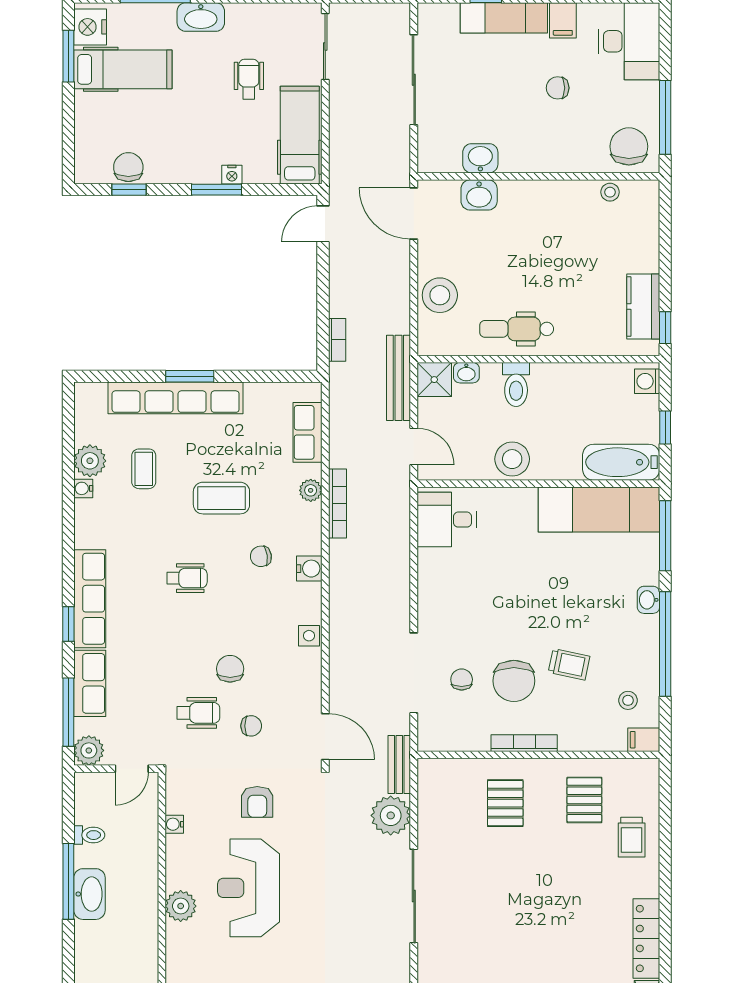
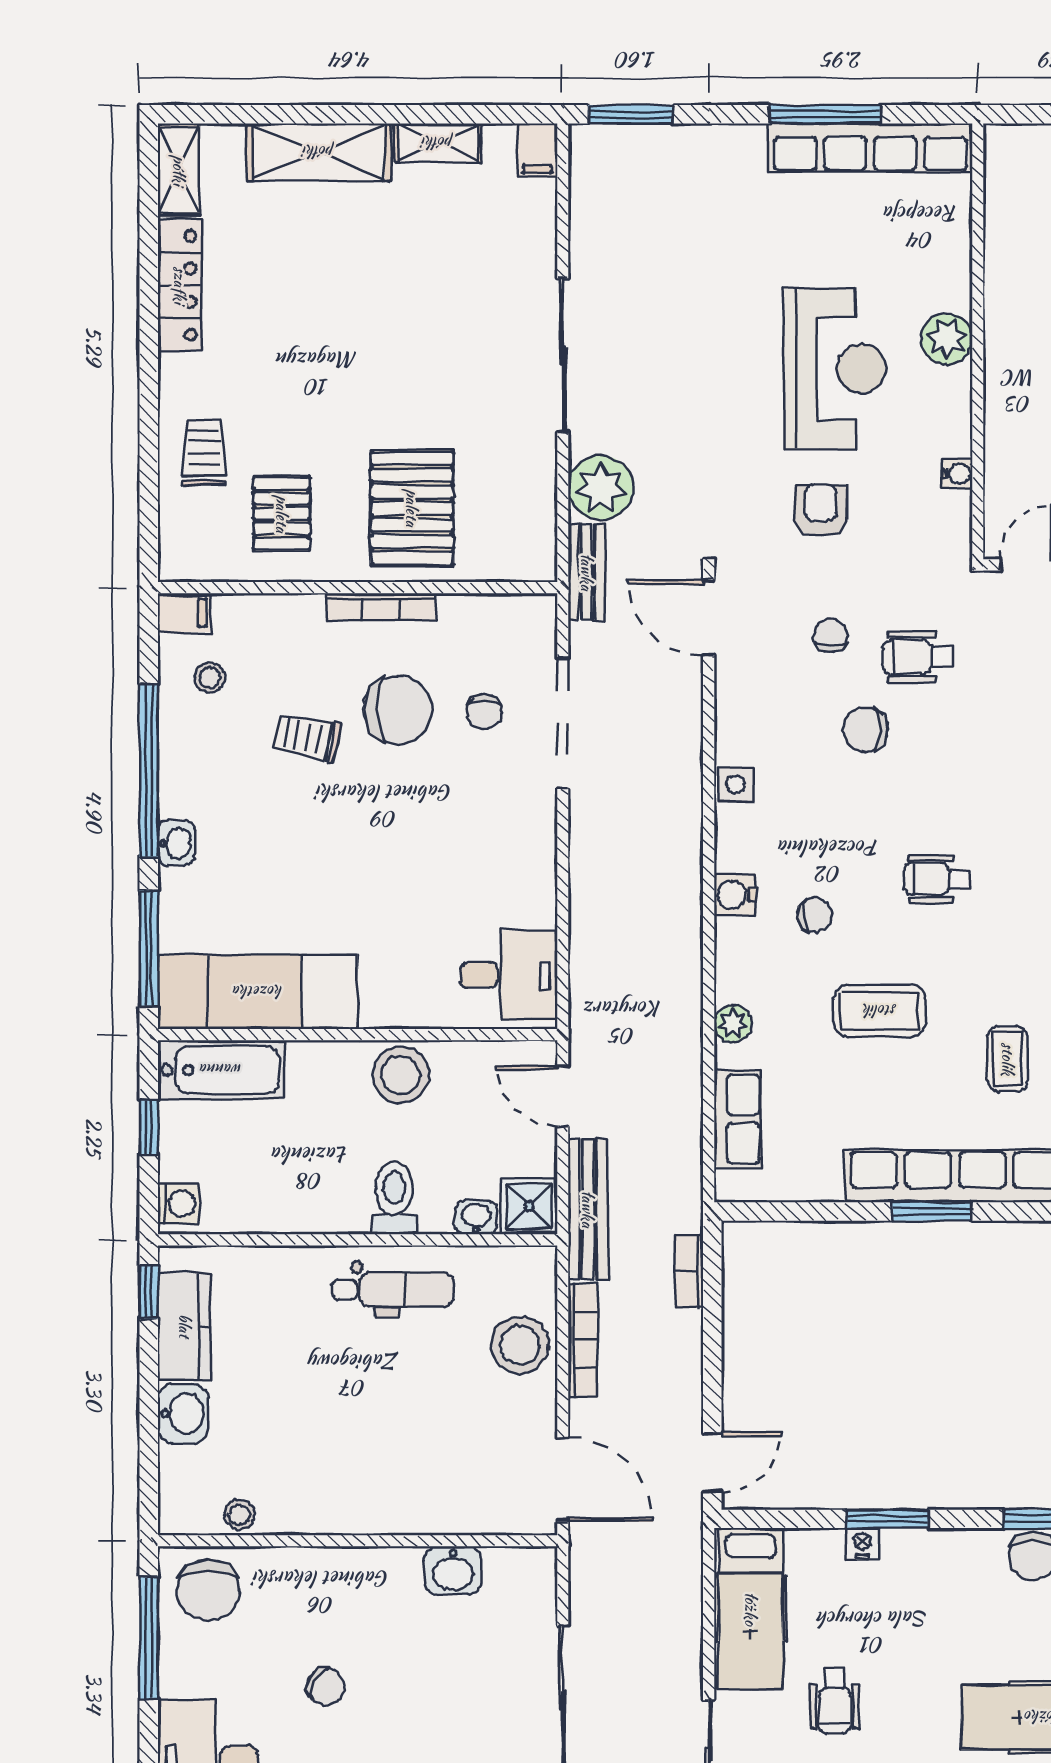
chair: (558, 88) -> (326, 1687), turned 30
washbasin: (479, 195) -> (183, 1413), moved, turned 90
bookcase: (337, 504) -> (583, 1340), moved, turned 180
chair: (230, 669) -> (865, 730), turned 90
chair: (514, 681) -> (398, 710), turned 90
chair: (251, 726) -> (831, 636), turned 90
pallet: (505, 803) -> (412, 508), width x1.50, depth x1.42

